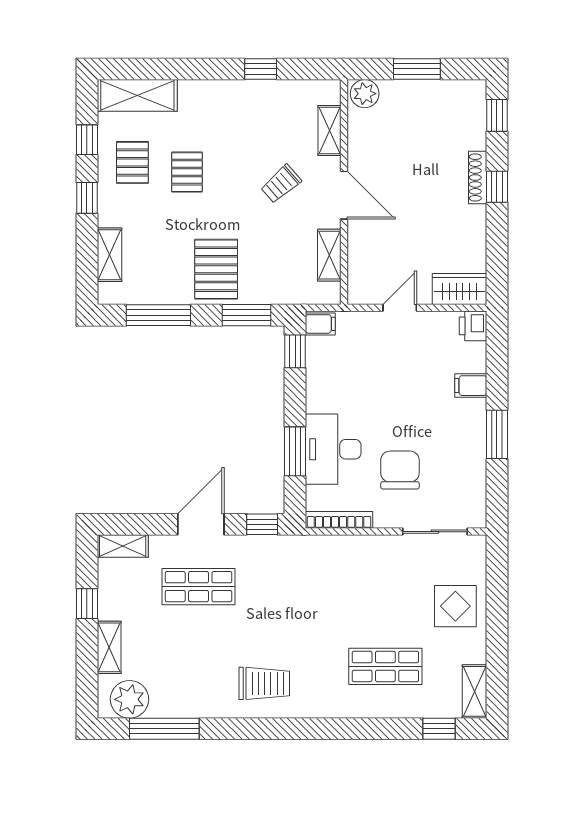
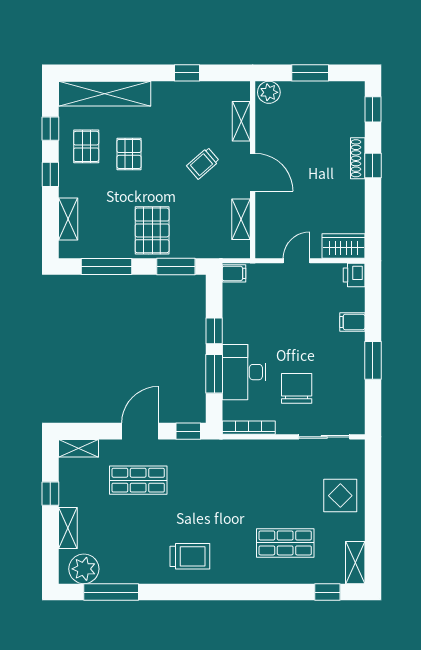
shelving: (137, 95) -> (105, 94), width x1.47
window: (295, 351) -> (214, 331), moved

